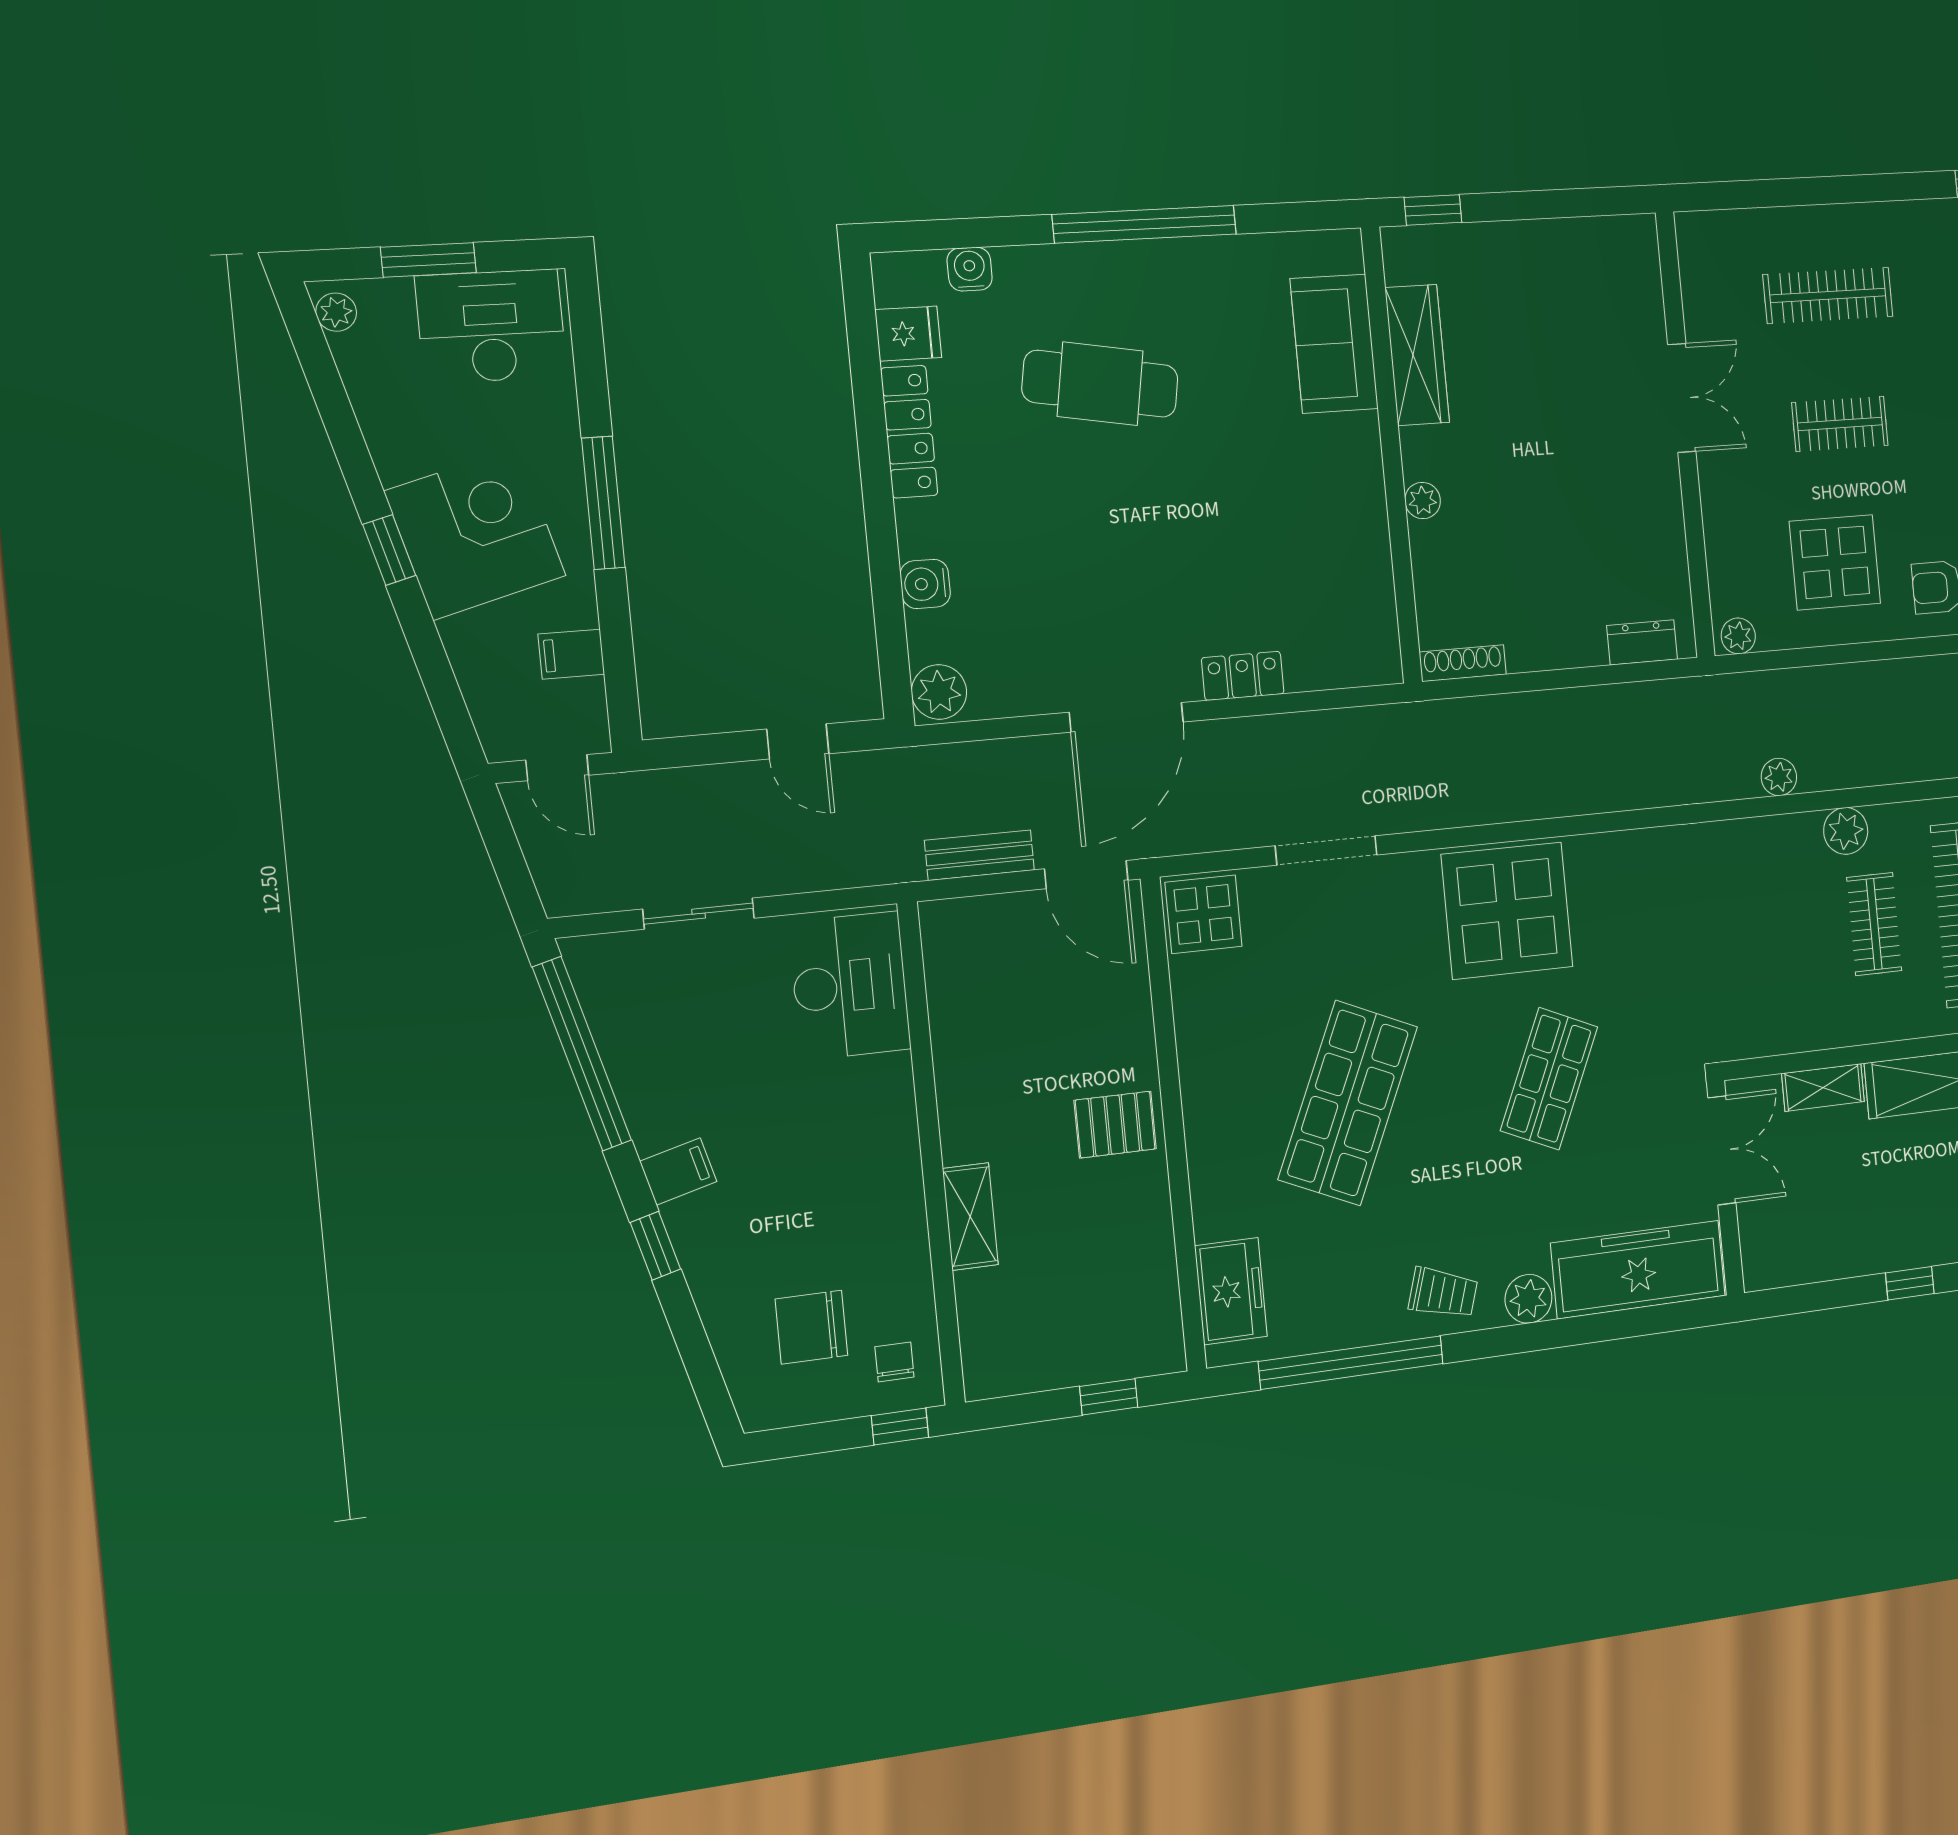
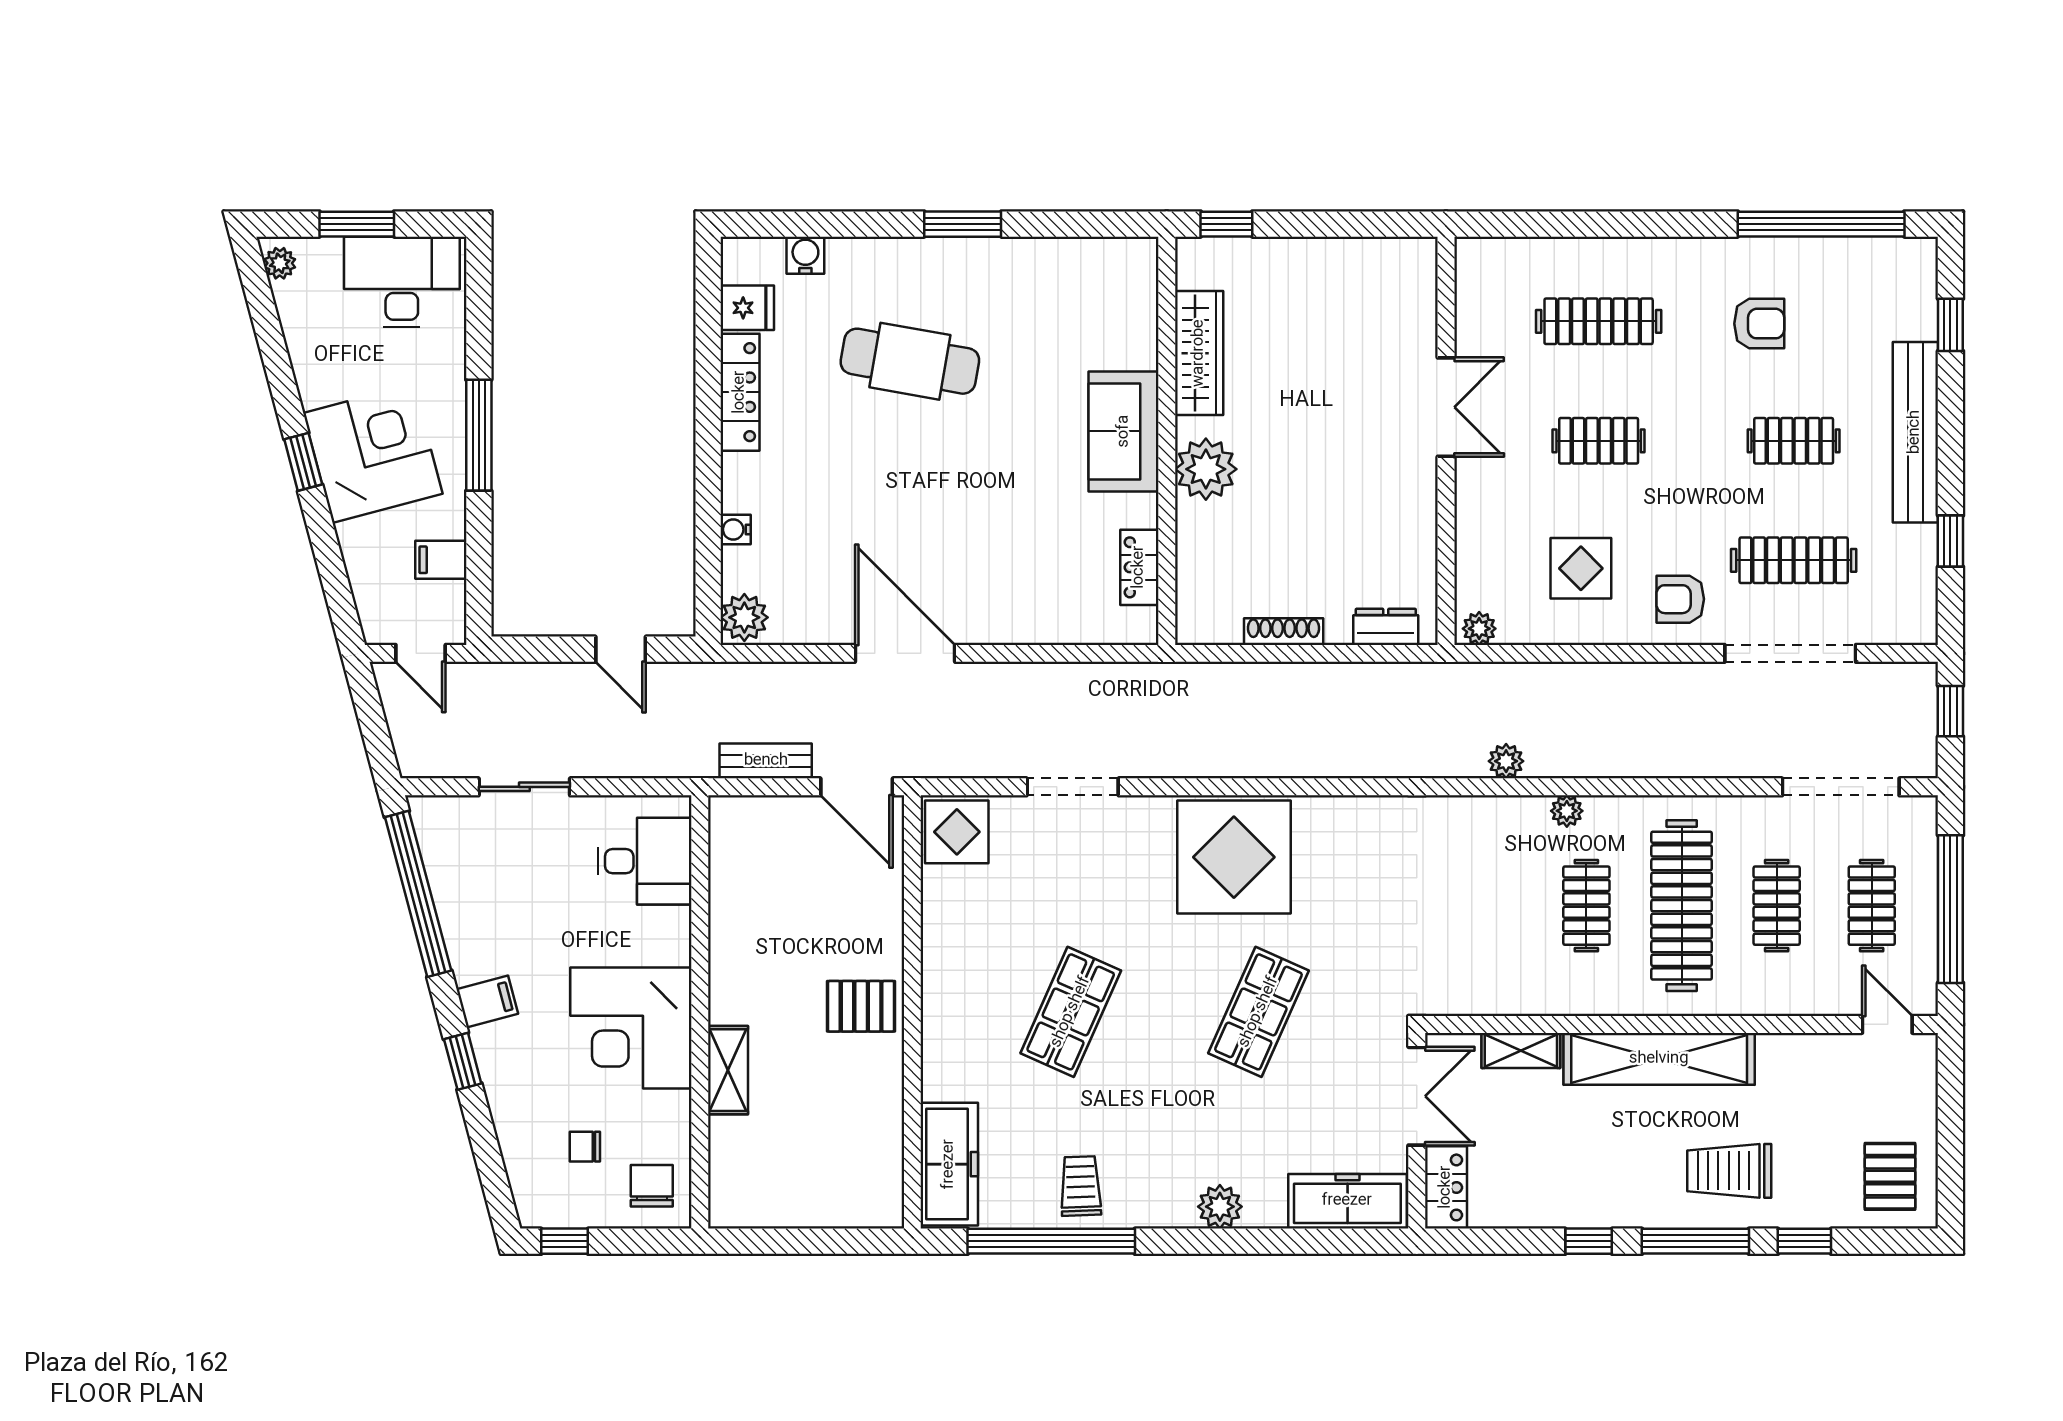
window: (1145, 224) -> (963, 224), width x0.47
sofa: (1334, 344) -> (1124, 431), moved
plant: (1423, 501) -> (1206, 469), width x1.88, depth x1.88
display table: (1835, 562) -> (1581, 568), width x0.73, depth x0.73
water cooler: (925, 584) -> (736, 530), width x0.72, depth x0.72
shoe rack: (1463, 663) -> (1284, 632), moved
locker: (1243, 676) -> (1139, 567), moved, turned -90
door: (1126, 717) -> (905, 653), swing flipped
plant: (1846, 831) -> (1567, 811), width x0.73, depth x0.73
desk: (850, 986) -> (645, 861), width x0.73
shop shelf: (1348, 1103) -> (1071, 1012), width x0.70, depth x0.74
corner desk: (852, 1182) -> (631, 1028), added
locker: (1761, 1245) -> (1446, 1187), added
freezer: (1638, 1270) -> (1347, 1201), width x0.73, depth x0.79
freezer: (1231, 1291) -> (949, 1164), width x1.40
trolley: (1443, 1293) -> (1081, 1186), moved, turned -109
chair: (811, 1327) -> (585, 1147), width x0.54, depth x0.54
chair: (894, 1362) -> (652, 1186), width x1.37, depth x1.37
window: (1109, 1397) -> (833, 1241), removed
window: (900, 1426) -> (565, 1241), moved

